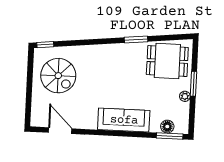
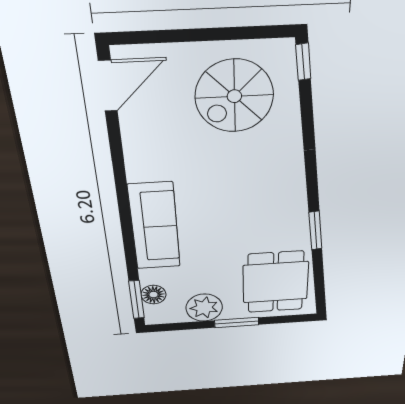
plant: (185, 96) -> (204, 308), width x1.87, depth x1.87
door: (60, 131) -> (108, 86), moved

